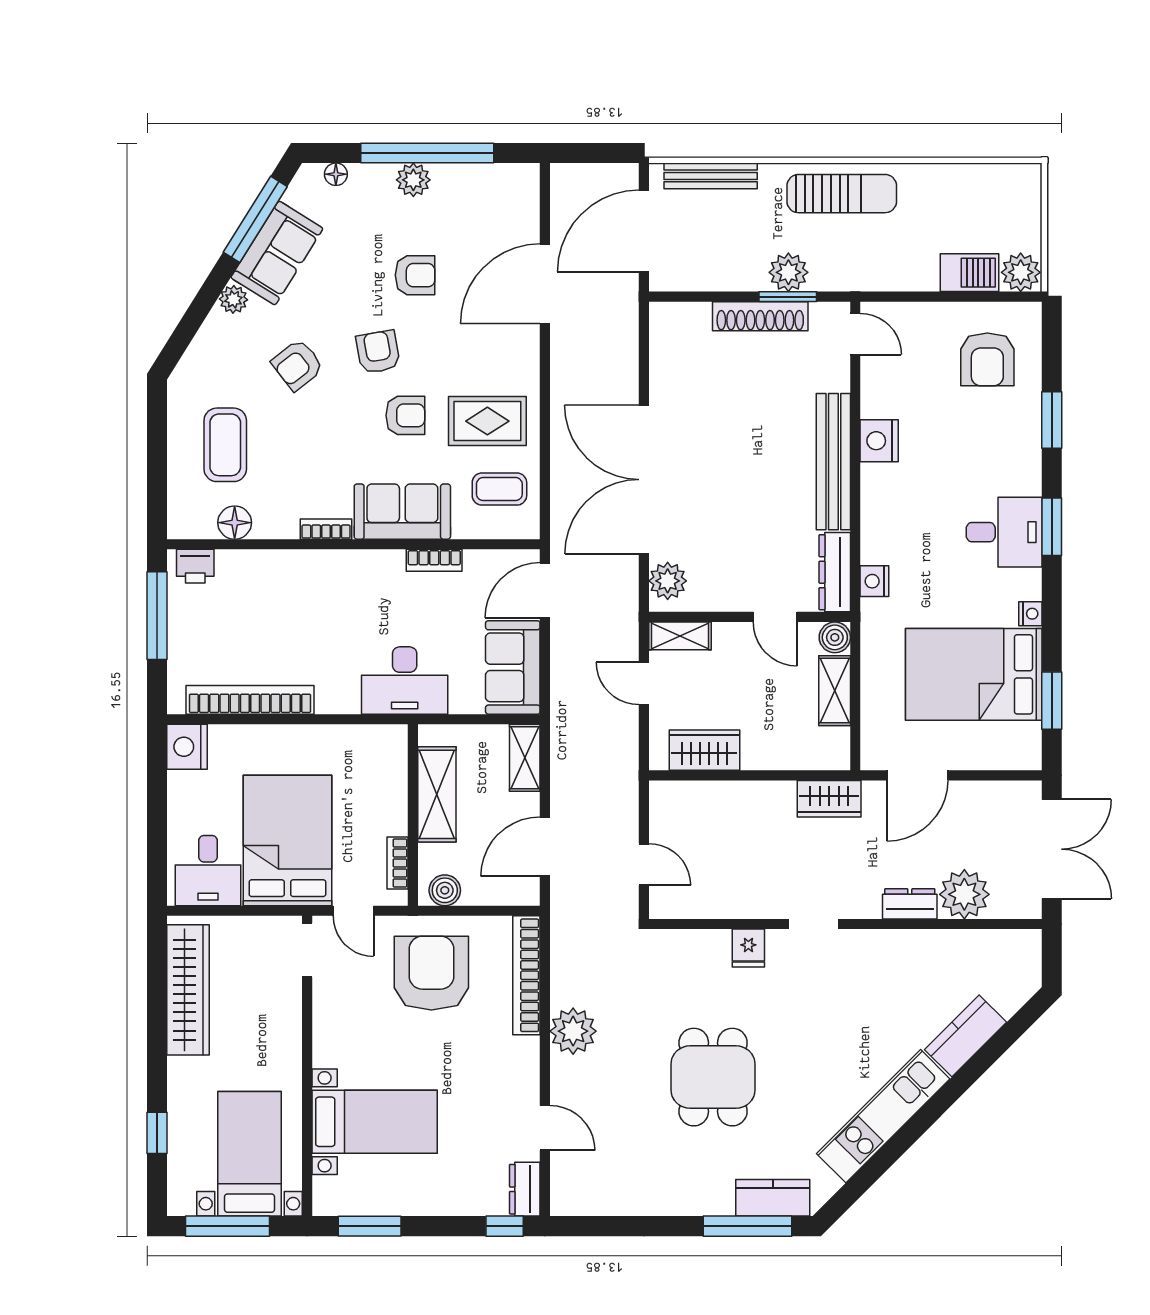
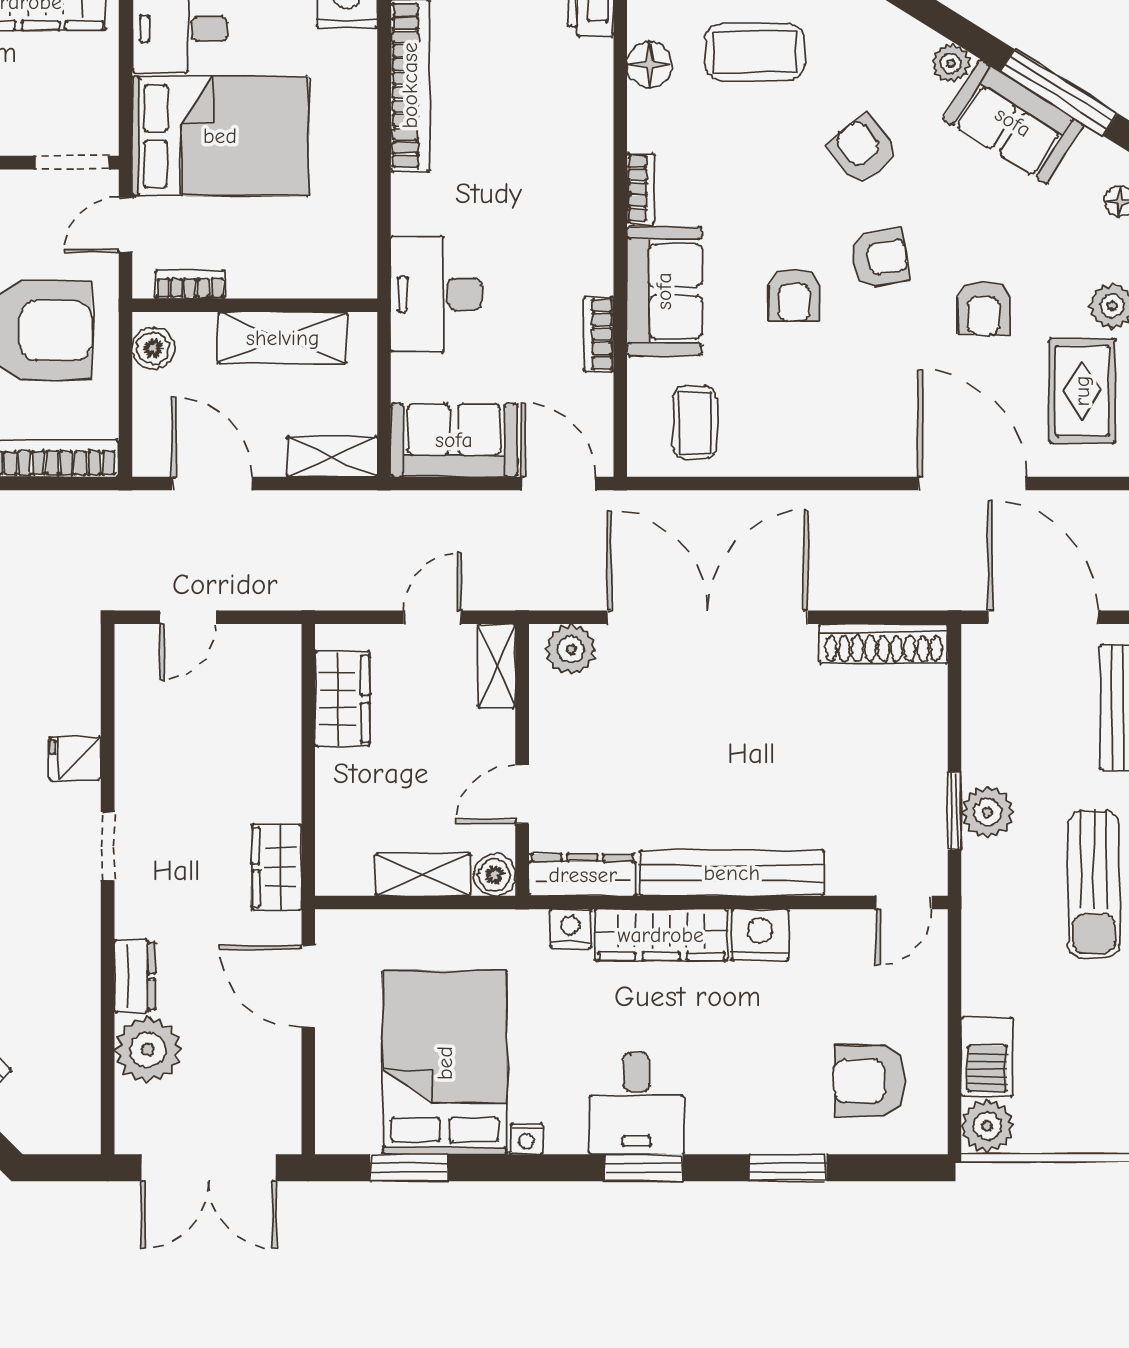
shoe rack: (760, 316) -> (884, 644), moved, turned -90
rug: (487, 421) -> (1082, 391), moved
wardrobe: (879, 514) -> (661, 935), added

